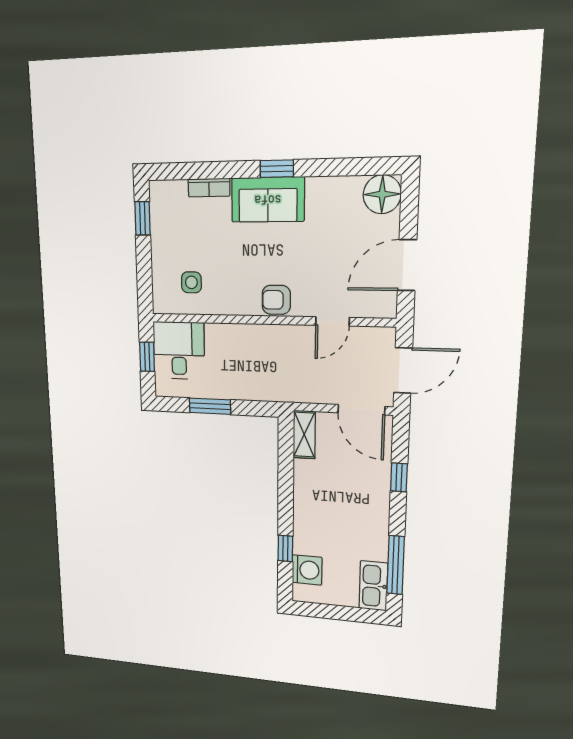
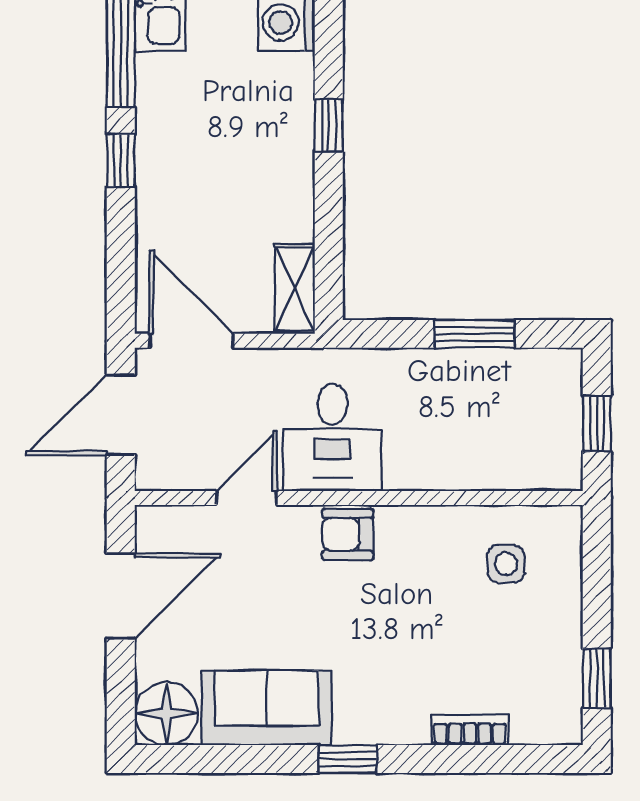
sofa: (268, 200) -> (266, 708), moved
armchair: (276, 300) -> (348, 534), turned 180
desk: (179, 351) -> (332, 437), moved
window: (399, 477) -> (121, 160), moved
window: (285, 548) -> (329, 126), moved

